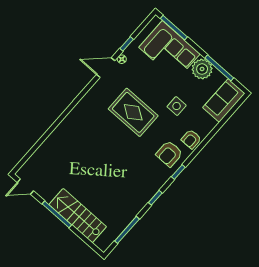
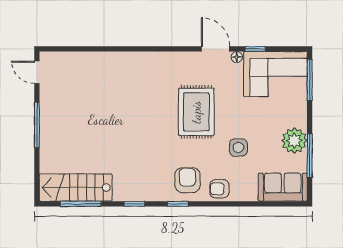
corner sofa: (169, 51) -> (275, 74), moved, turned -90
armchair: (169, 154) -> (187, 180), turned 90
stairs: (78, 216) -> (76, 188), moved, turned -90

